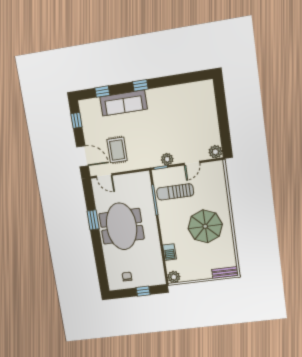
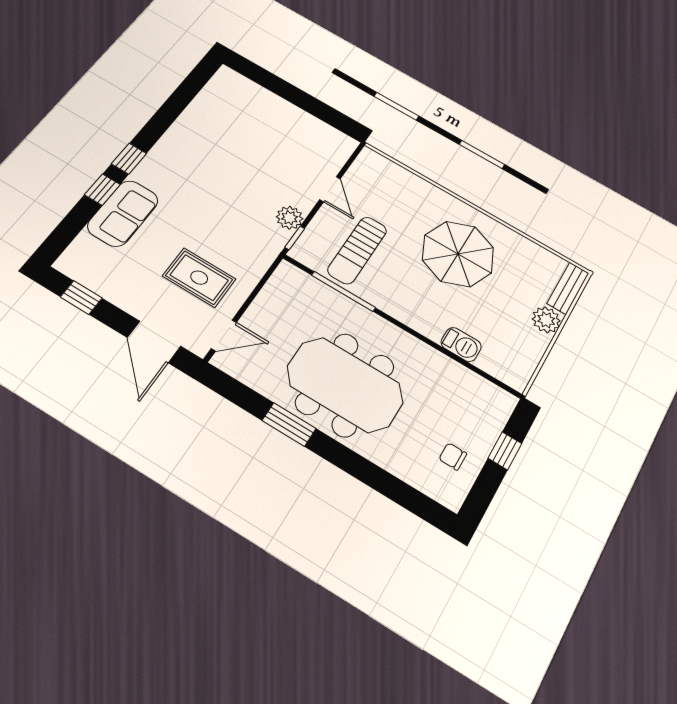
window: (102, 92) -> (102, 190), moved
sofa: (123, 103) -> (123, 213), width x0.73
plant: (215, 152) -> (342, 145), removed
door: (82, 156) -> (154, 342), swing flipped
plant: (174, 277) -> (546, 320), moved

